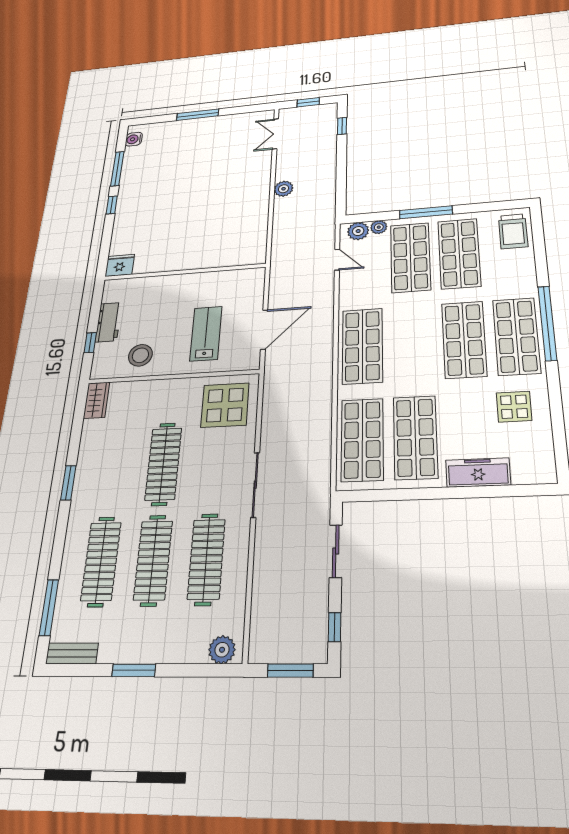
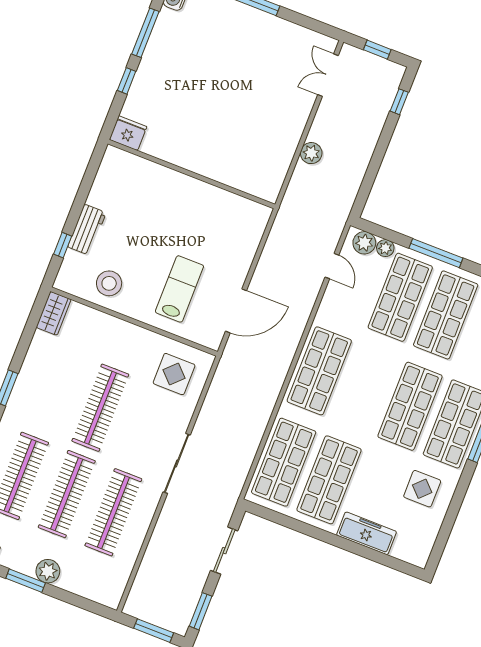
fridge: (120, 265) -> (128, 133), moved
wall: (184, 272) -> (191, 174), moved
display table: (225, 405) -> (174, 374), width x0.73, depth x0.73
window: (335, 627) -> (201, 611), width x1.50
plant: (222, 650) -> (48, 571), moved

